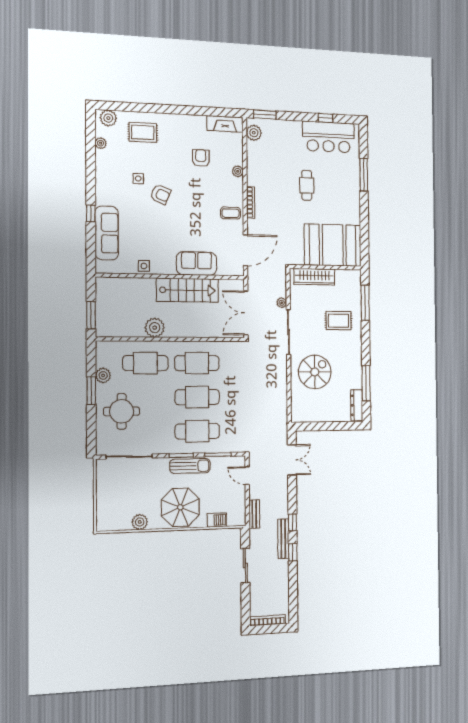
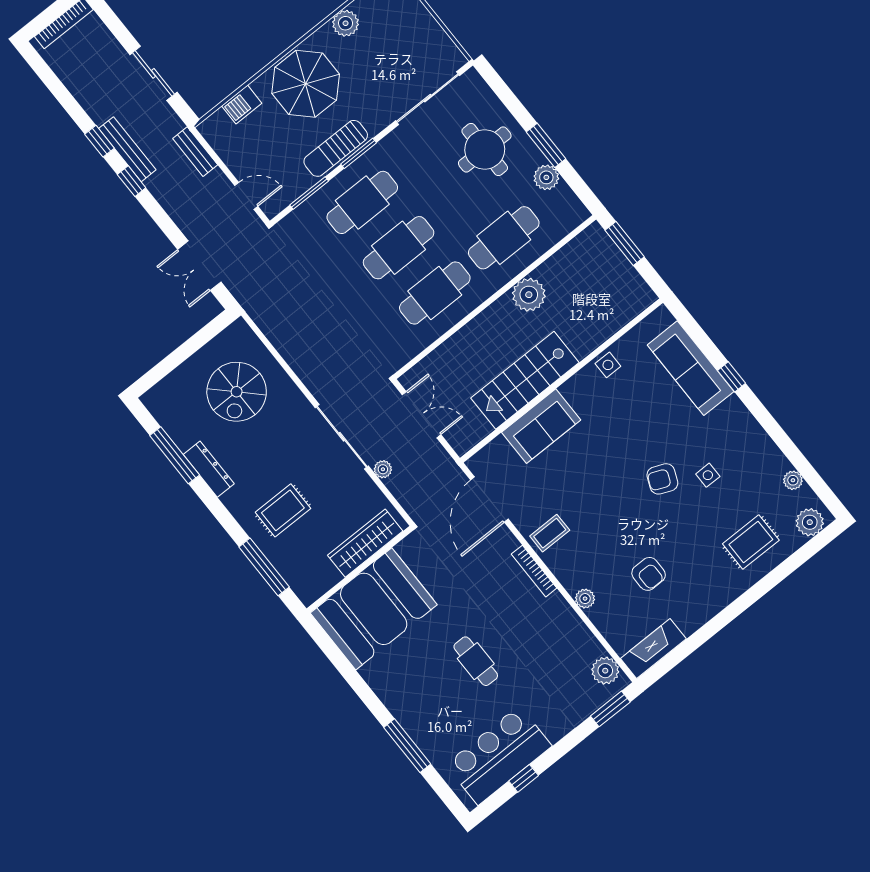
double door: (246, 313) -> (421, 415), width x0.73
spiral stairs: (315, 372) -> (237, 392), moved
dresser: (357, 405) -> (209, 469), moved

